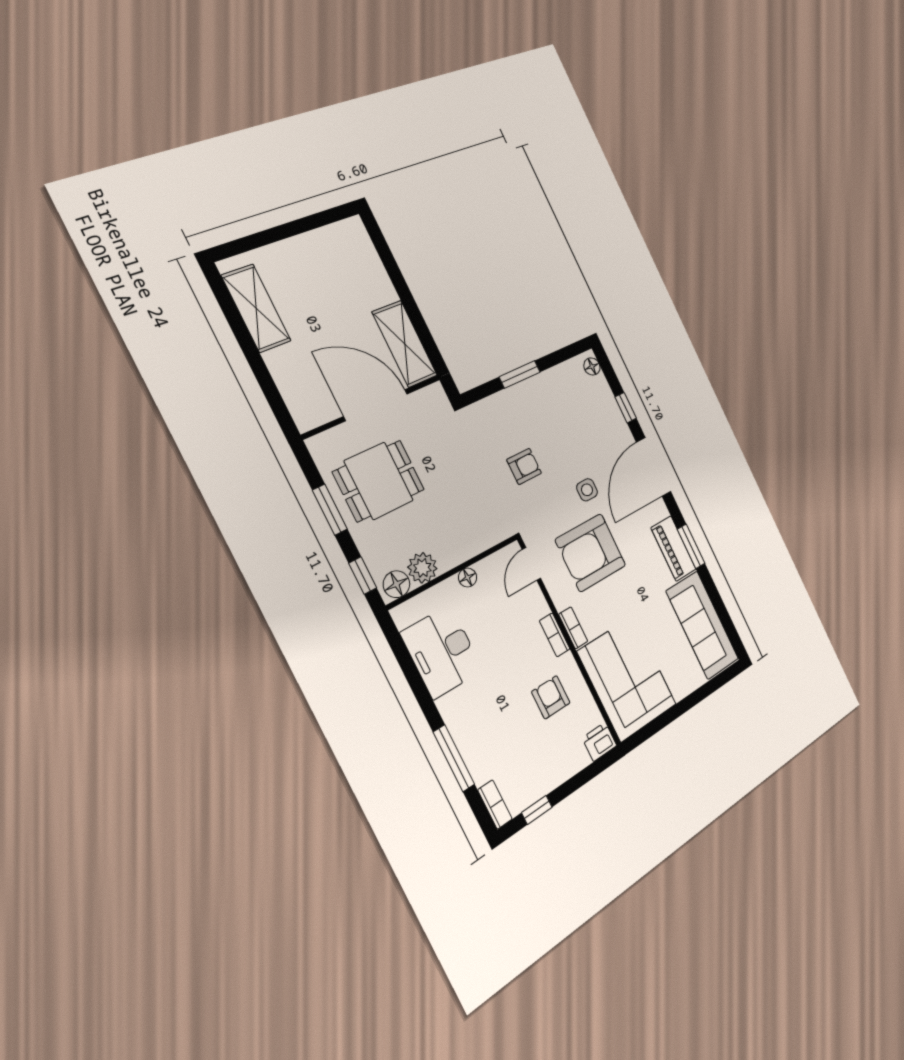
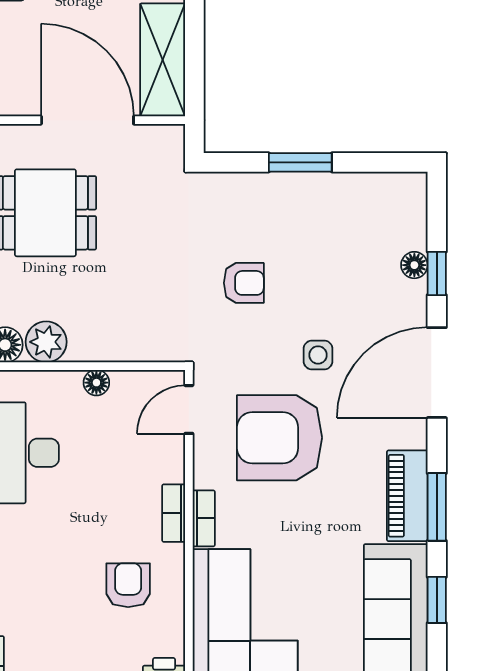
floor lamp: (592, 366) -> (414, 265), moved
window: (717, 601) -> (437, 600), added

